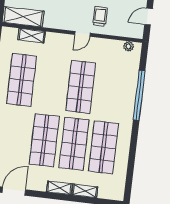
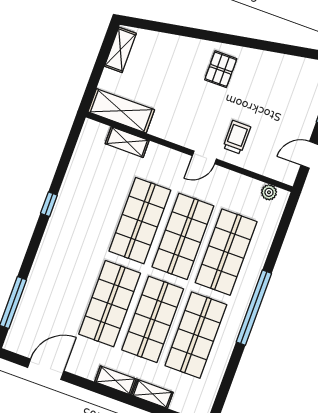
shop shelf: (22, 80) -> (140, 221), moved
shop shelf: (110, 90) -> (226, 252), added
window: (139, 95) -> (254, 308), moved

